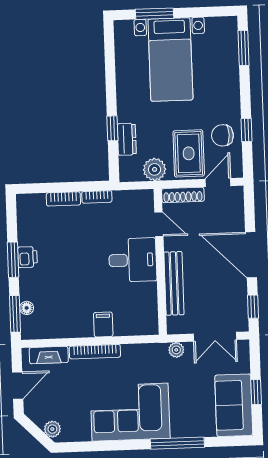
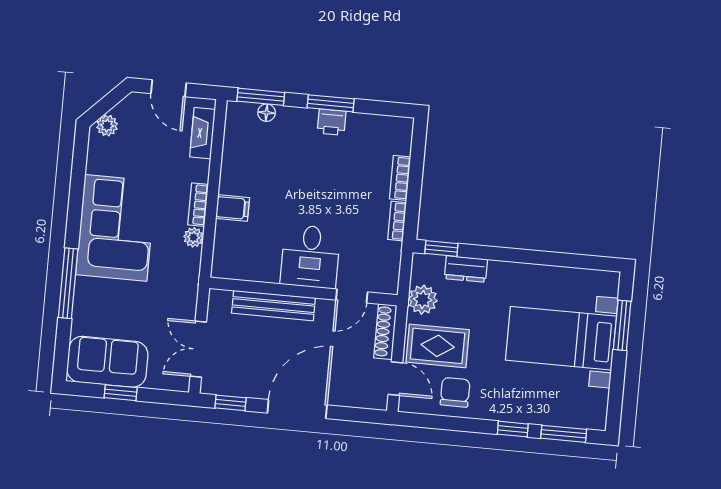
window: (112, 128) -> (441, 249), moved
window: (247, 130) -> (513, 429), moved
plant: (176, 350) -> (193, 237), moved
bookcase: (95, 352) -> (198, 205), width x0.64

